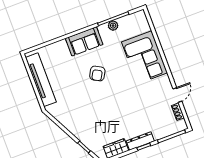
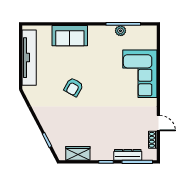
sofa: (84, 41) -> (70, 36), moved
armchair: (97, 74) -> (74, 87), moved
door: (177, 95) -> (158, 123), hinge flipped
dresser: (140, 141) -> (128, 155), moved

